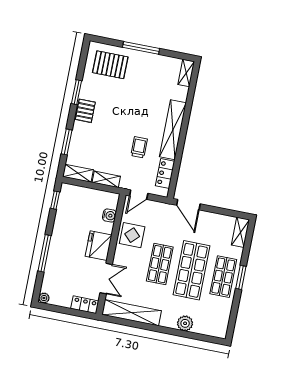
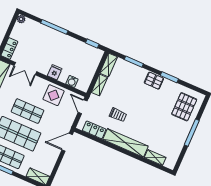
shelving: (186, 73) -> (155, 157), moved
fridge: (99, 246) -> (55, 72), width x0.53, depth x0.75

